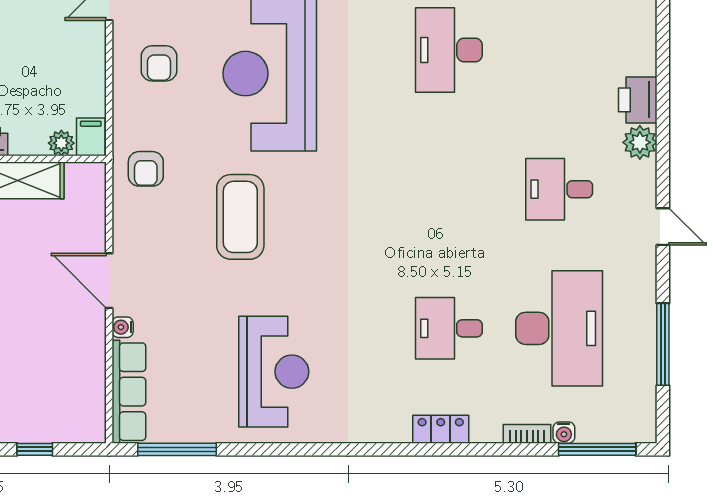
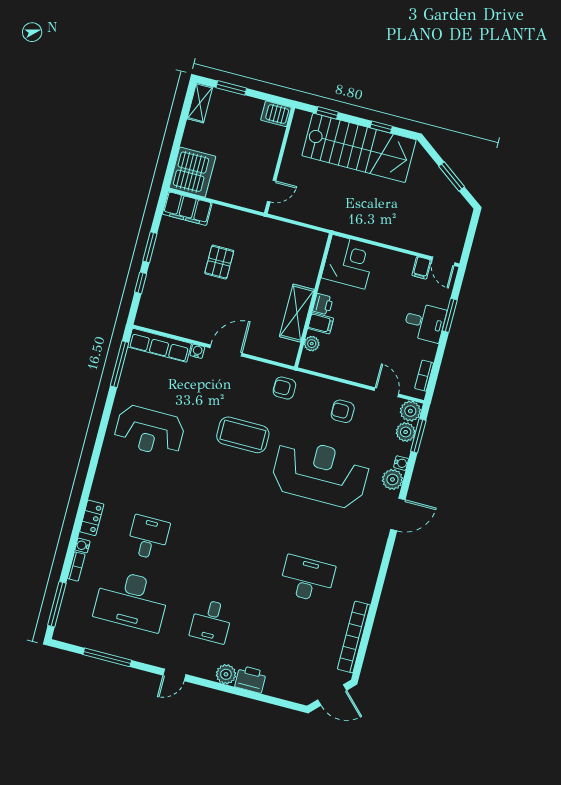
filing cabinet: (91, 137) -> (321, 323), moved
desk: (559, 189) -> (211, 621), turned 180
water cooler: (564, 433) -> (82, 546), moved

